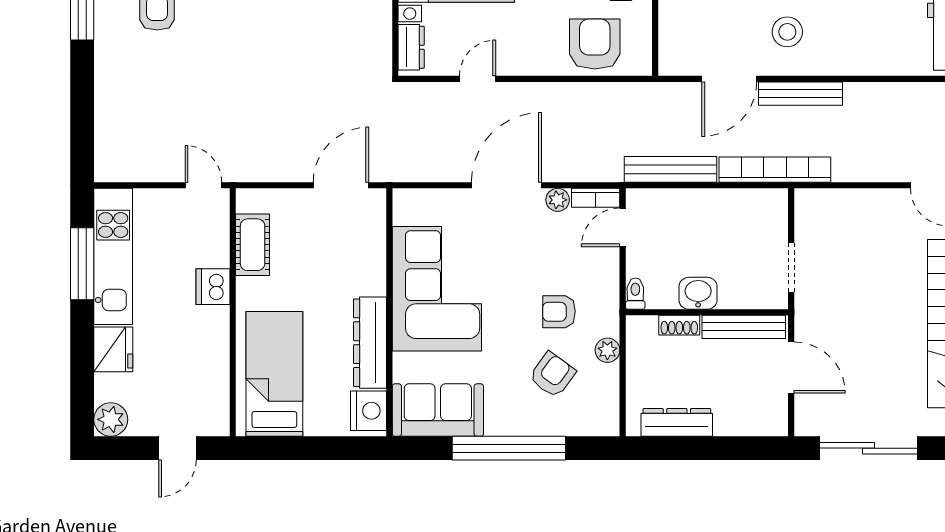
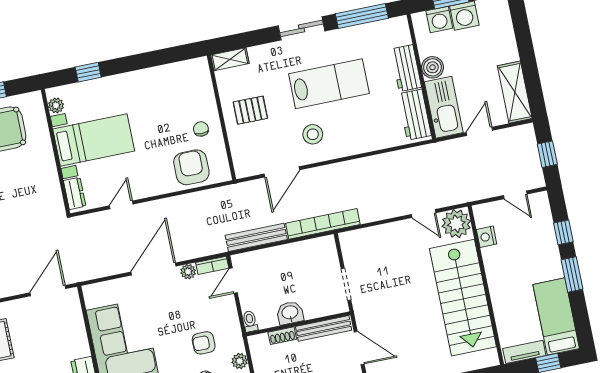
bench: (800, 94) -> (329, 172), removed

